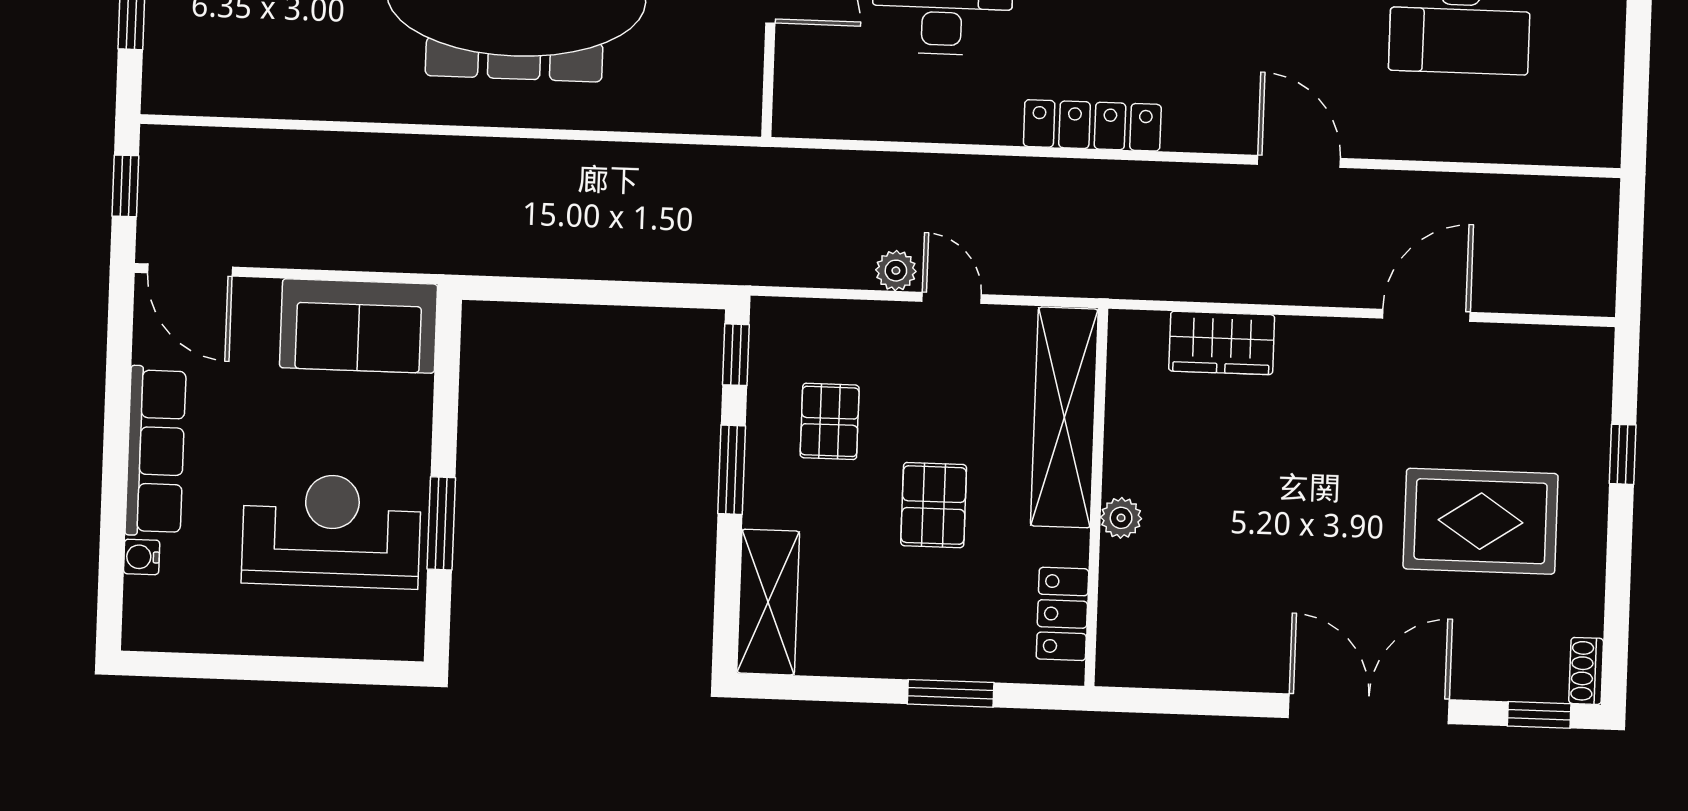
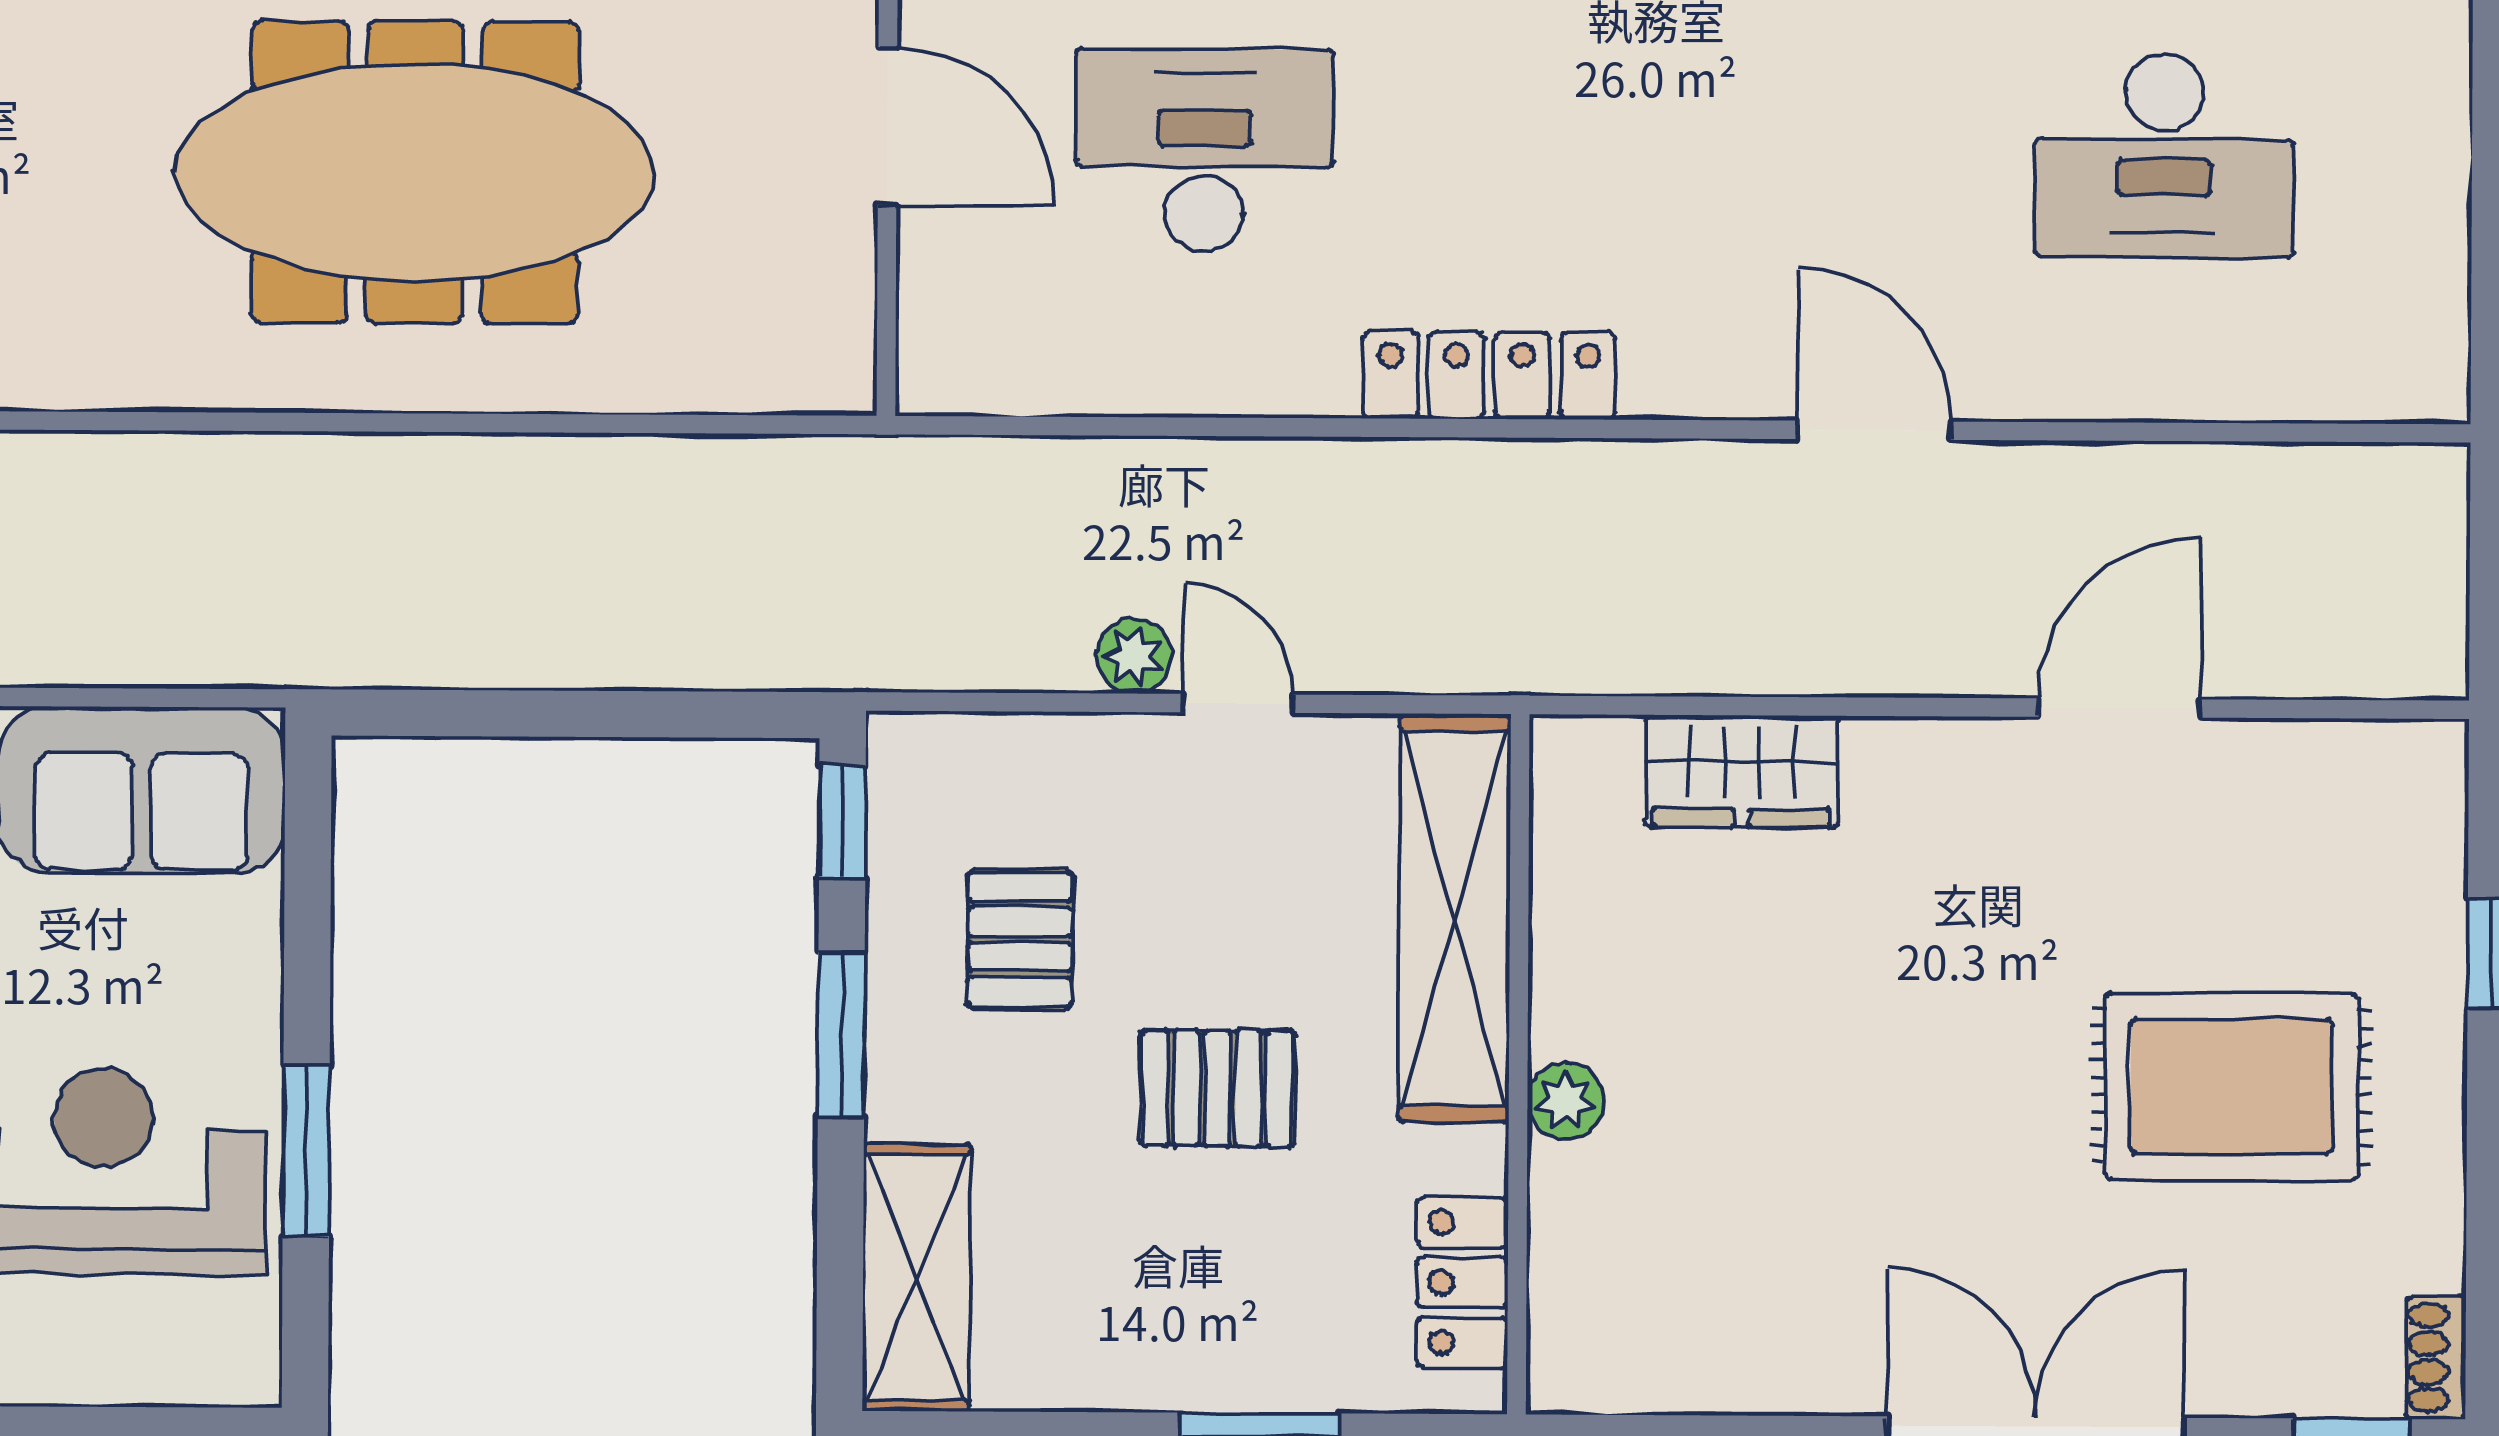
pallet: (934, 505) -> (1217, 1088), turned 90

